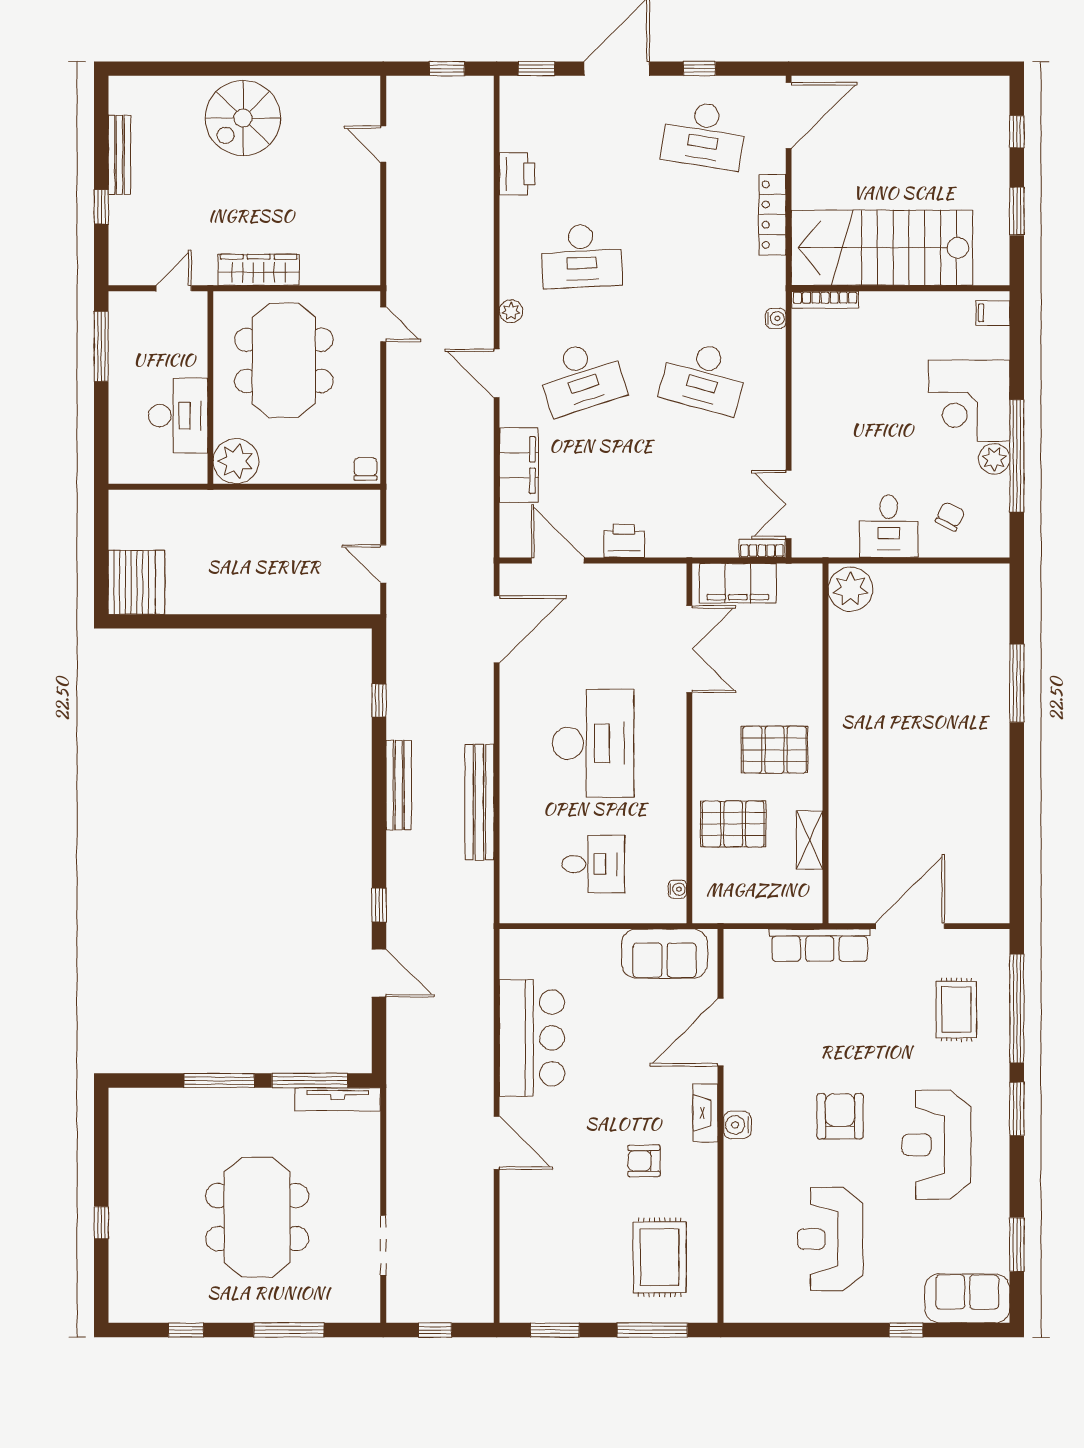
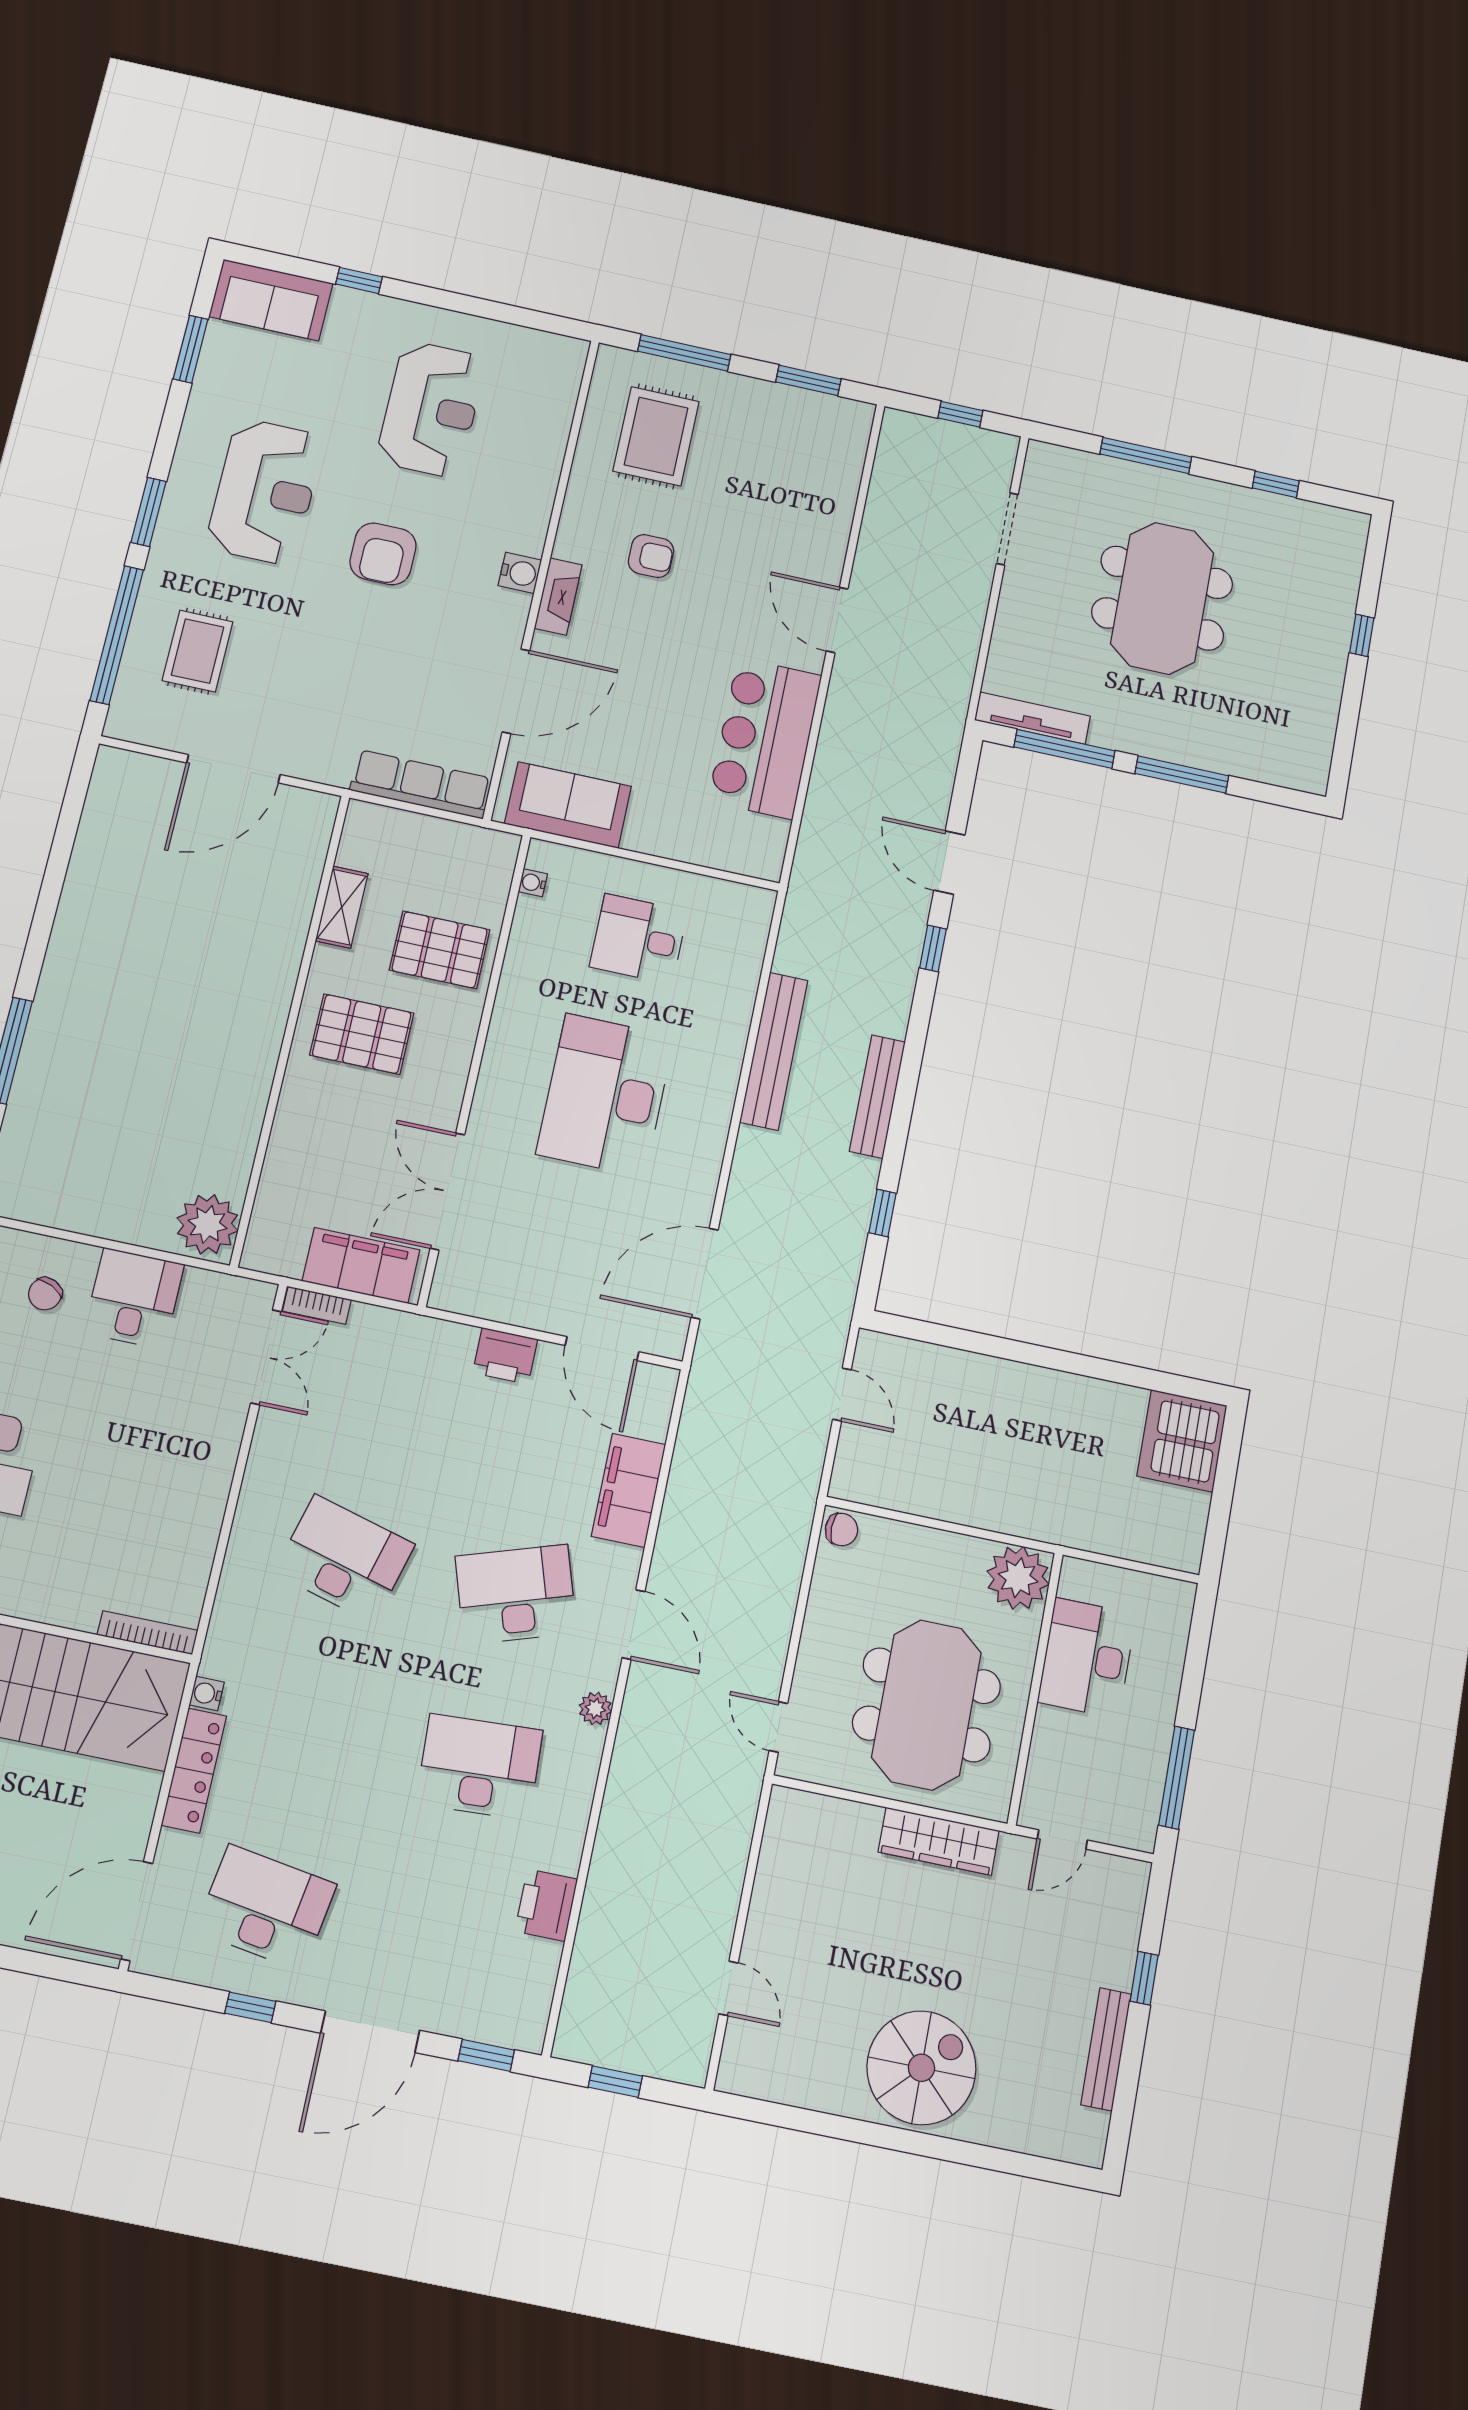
water cooler: (776, 318) -> (207, 1694), moved
chair: (366, 469) -> (842, 1530), turned -90
row of seats: (820, 945) -> (421, 784), moved

